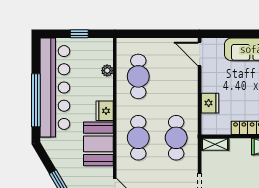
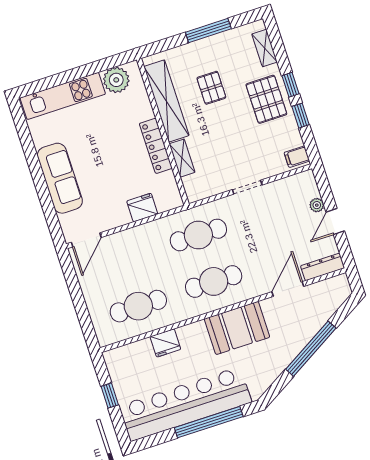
plant: (107, 71) -> (144, 347), removed
fridge: (105, 111) -> (165, 343), moved
shelving: (215, 144) -> (182, 158), moved

